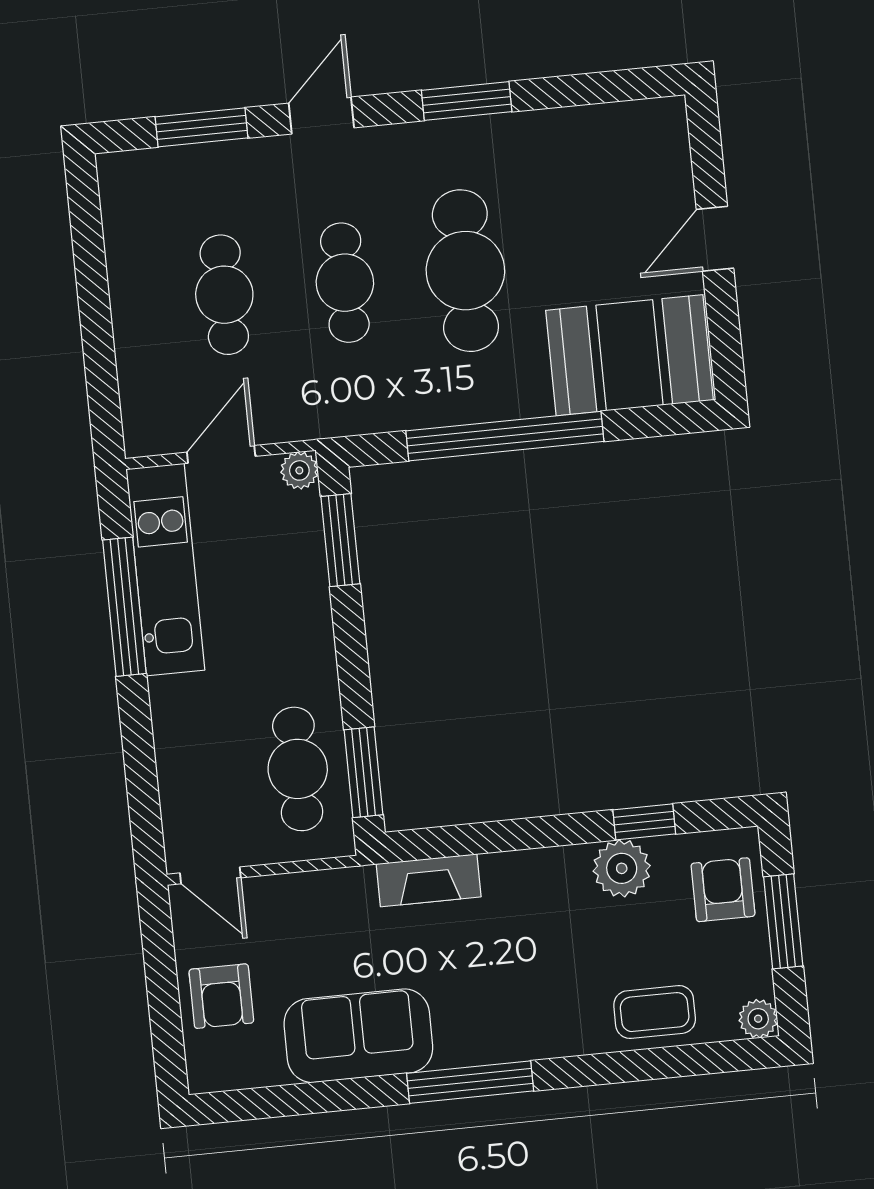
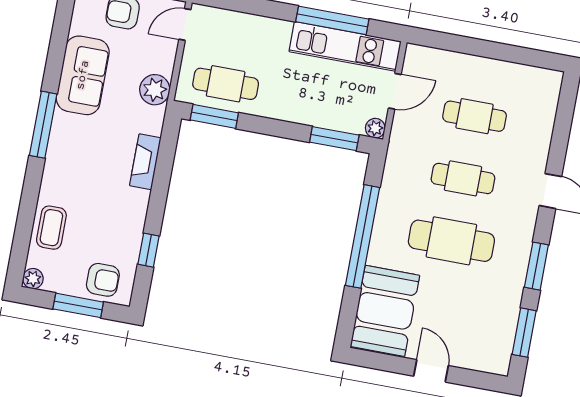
window: (202, 127) -> (524, 333), moved
door: (221, 454) -> (395, 91), hinge flipped
plant: (622, 868) -> (155, 90), moved
fireplace: (429, 880) -> (145, 162), moved

